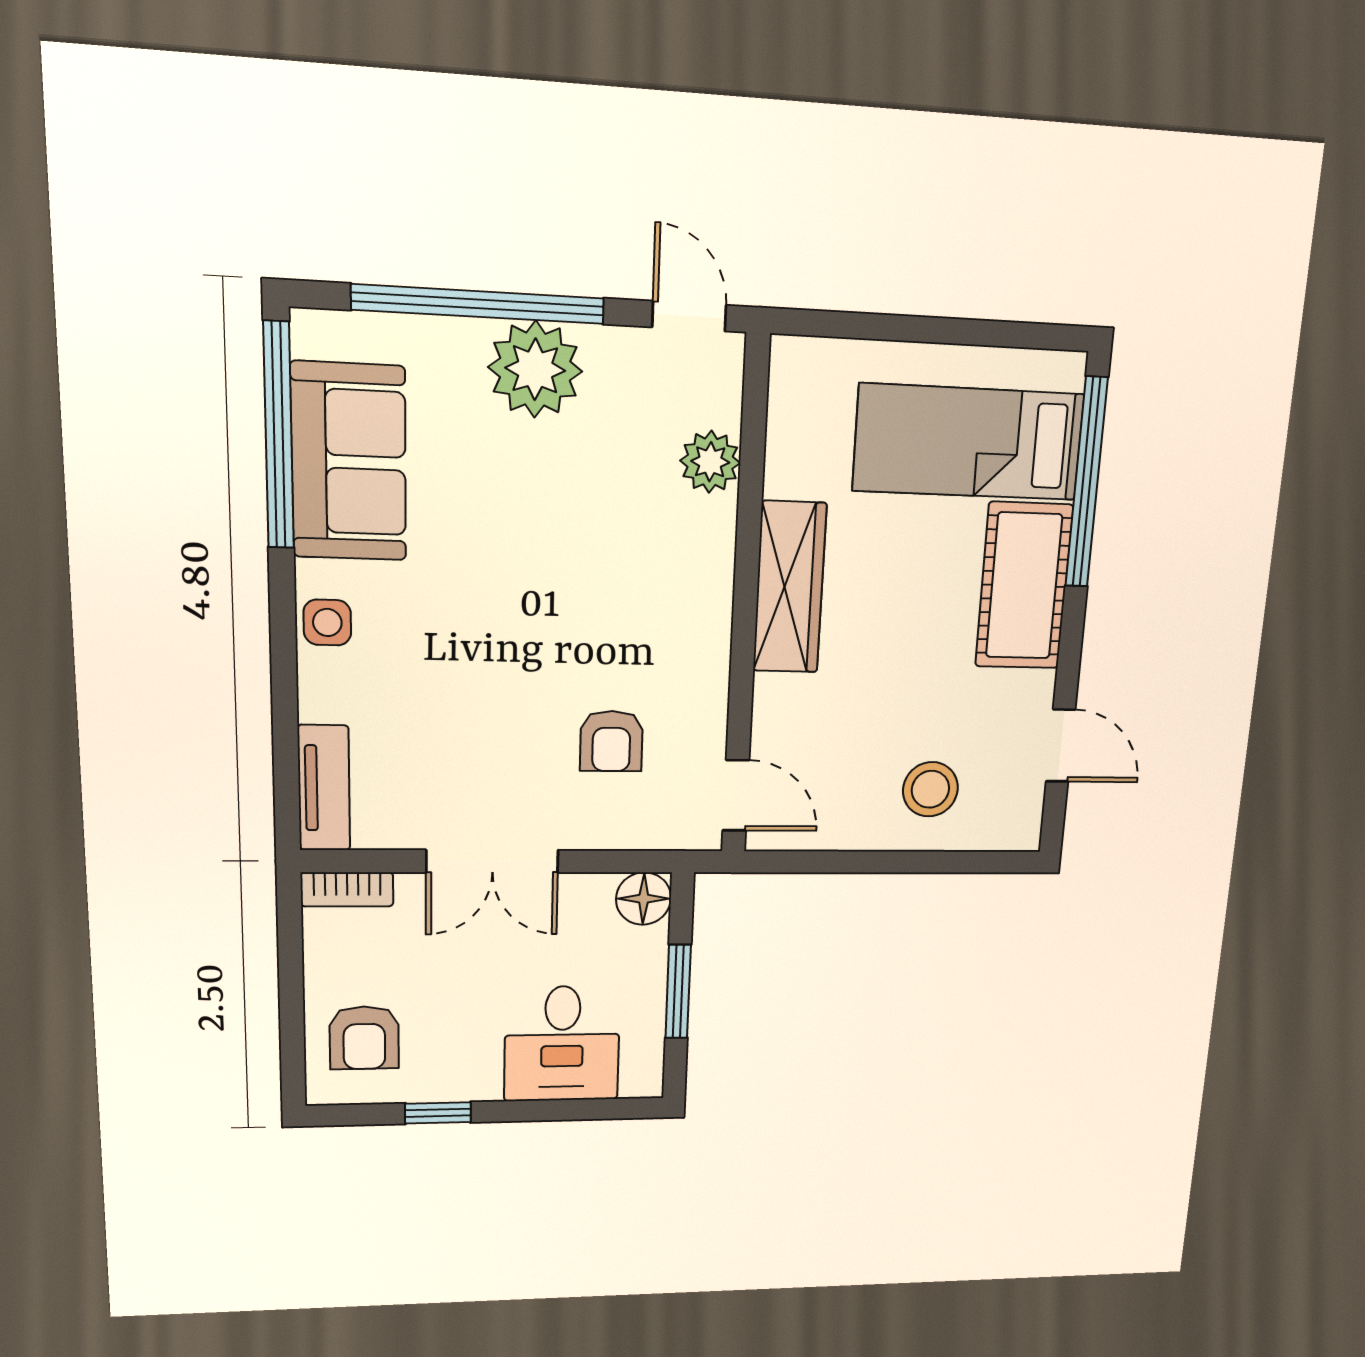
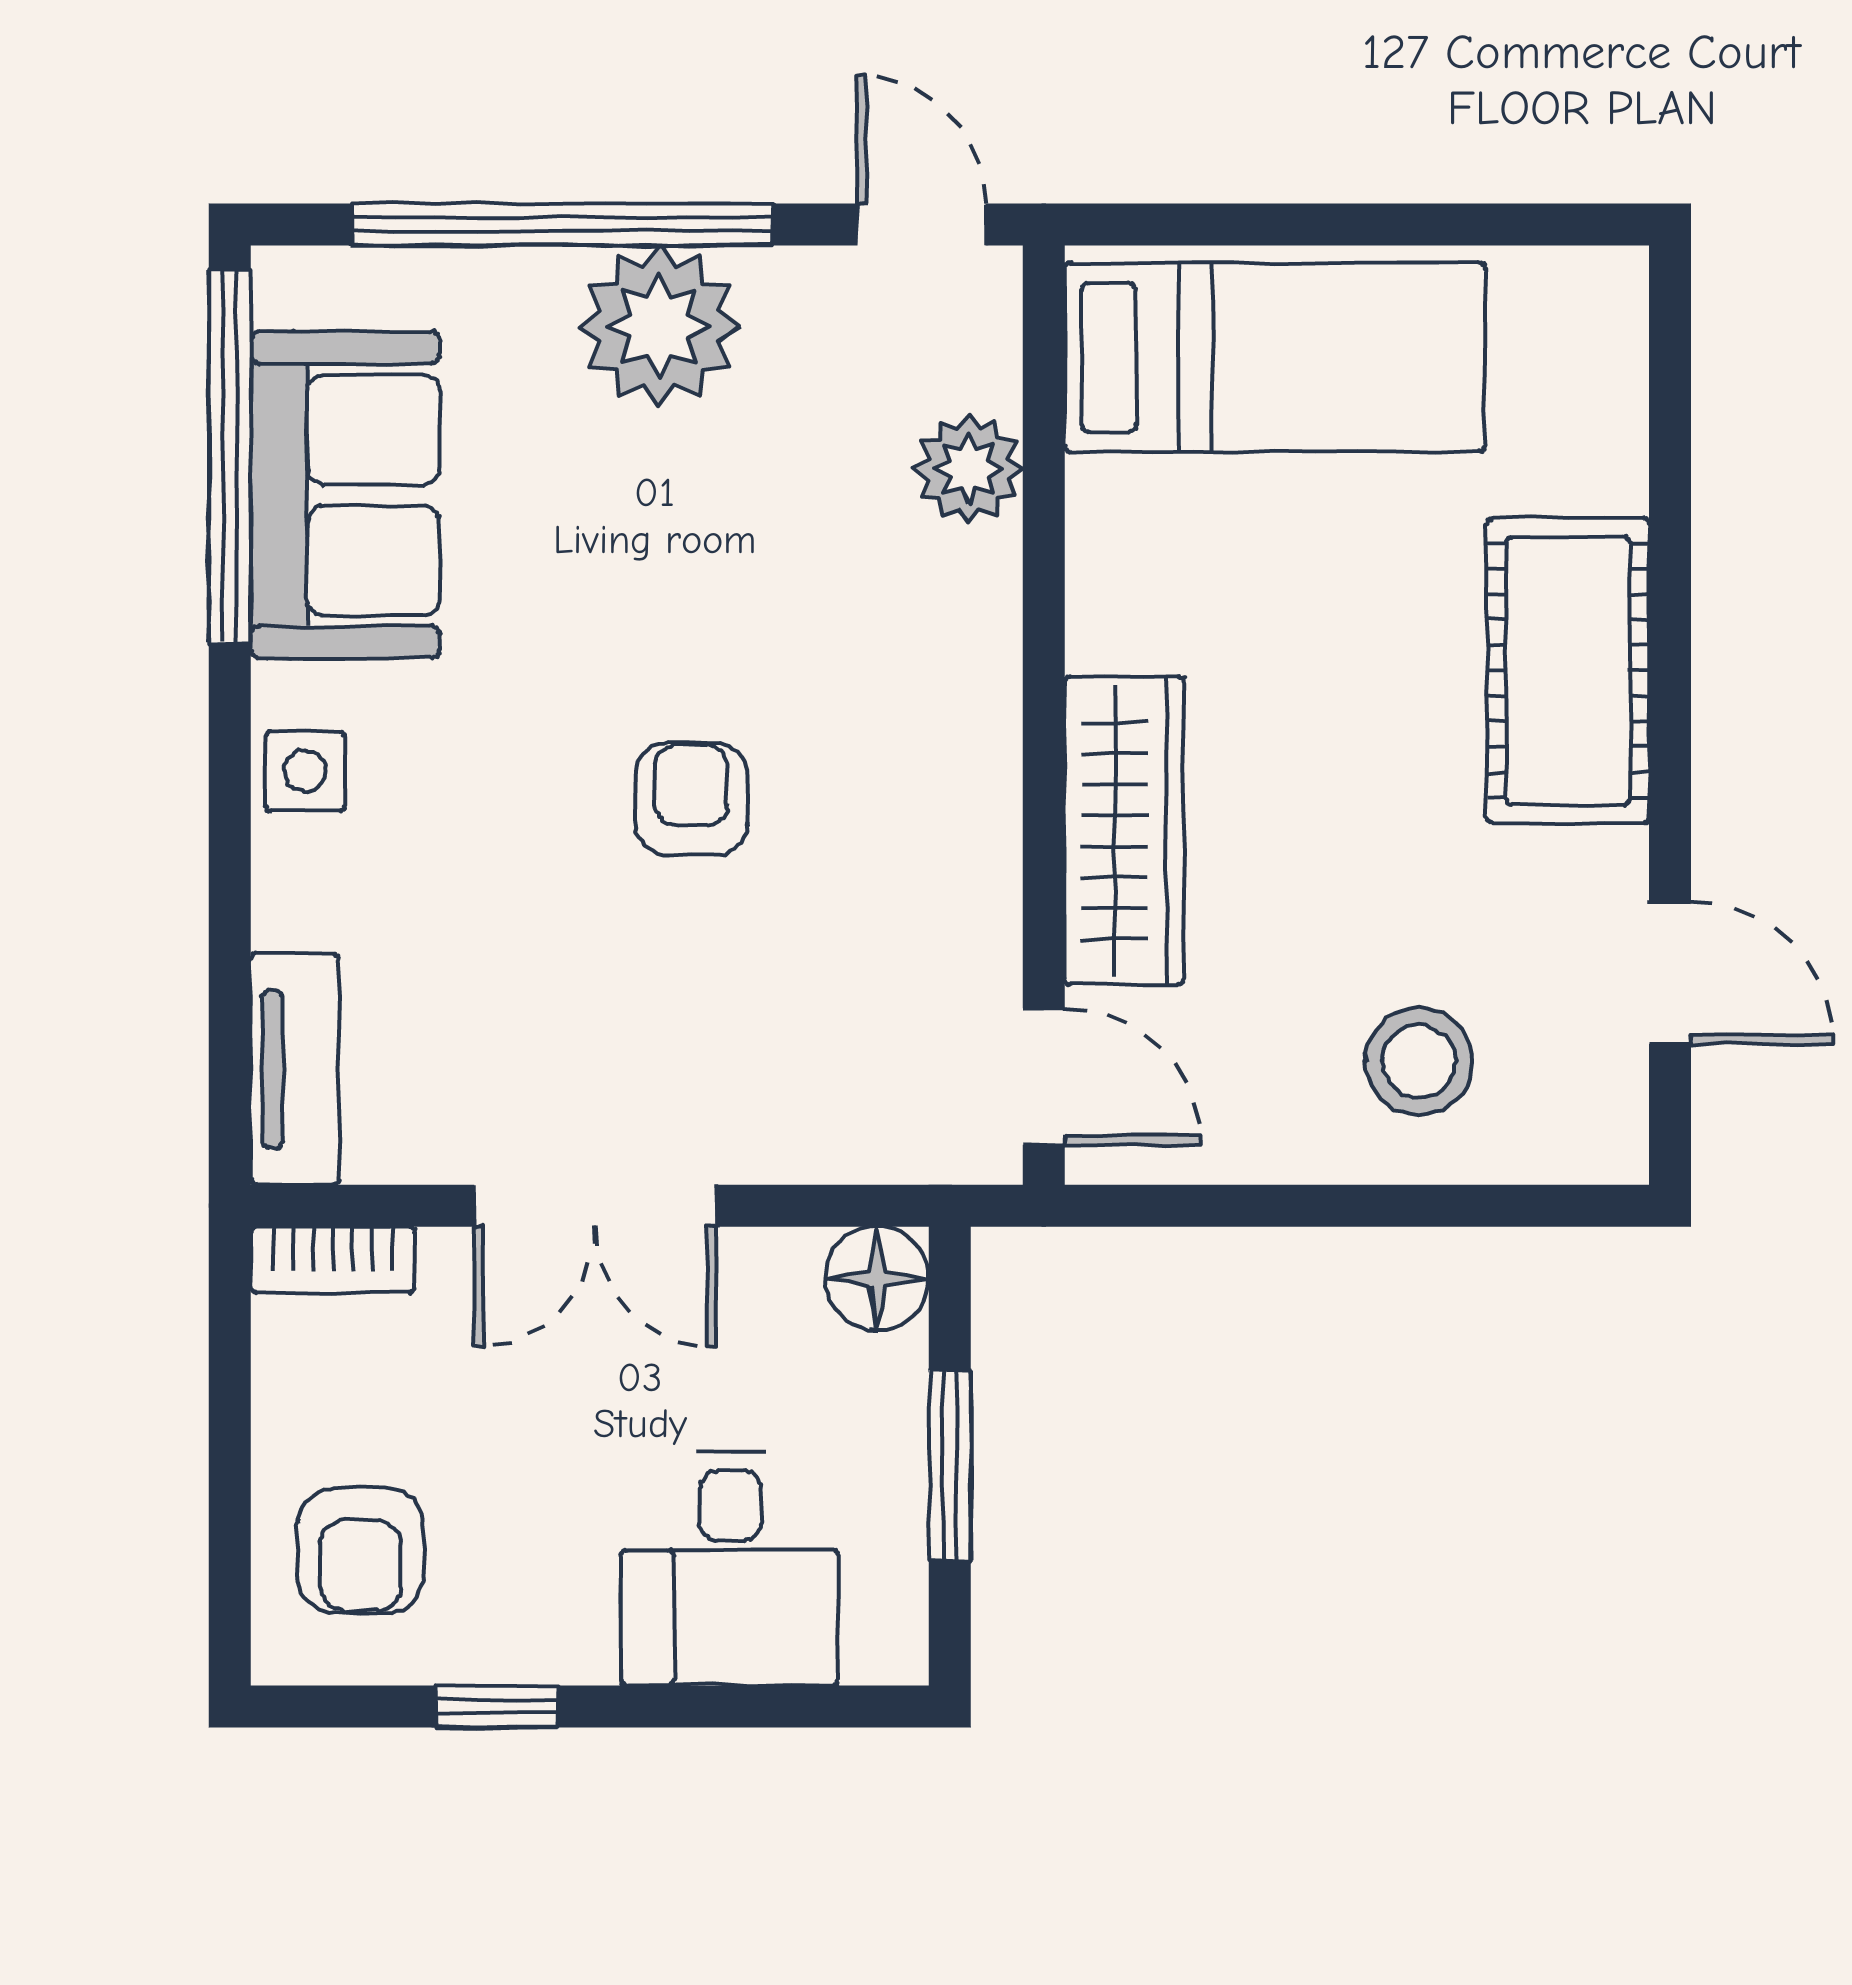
bed: (969, 442) -> (1275, 357), moved, turned 180
window: (1087, 483) -> (1670, 478), removed
wardrobe: (790, 587) -> (1124, 830), moved
armchair: (611, 741) -> (691, 799), moved, turned 180

